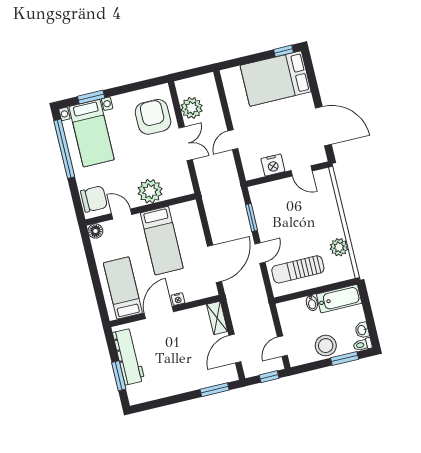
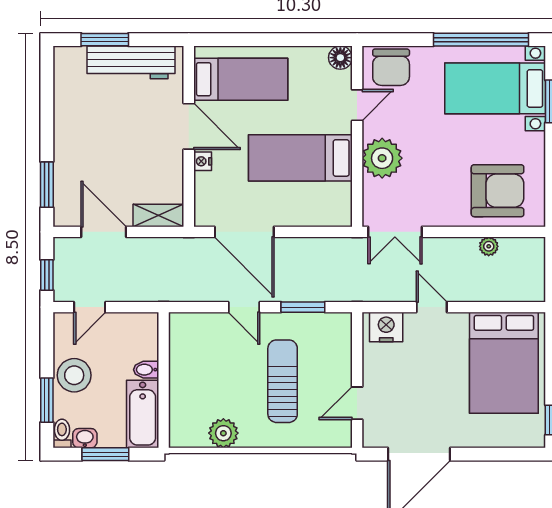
bed: (276, 79) -> (504, 363), moved, turned 180
plant: (192, 108) -> (489, 246), width x0.53, depth x0.53
double door: (186, 144) -> (395, 232), moved
nightstand: (273, 165) -> (386, 327), moved, turned 90
sun lounger: (298, 269) -> (283, 381), moved
window: (369, 315) -> (105, 454), added
door: (282, 346) -> (90, 307), swing flipped

